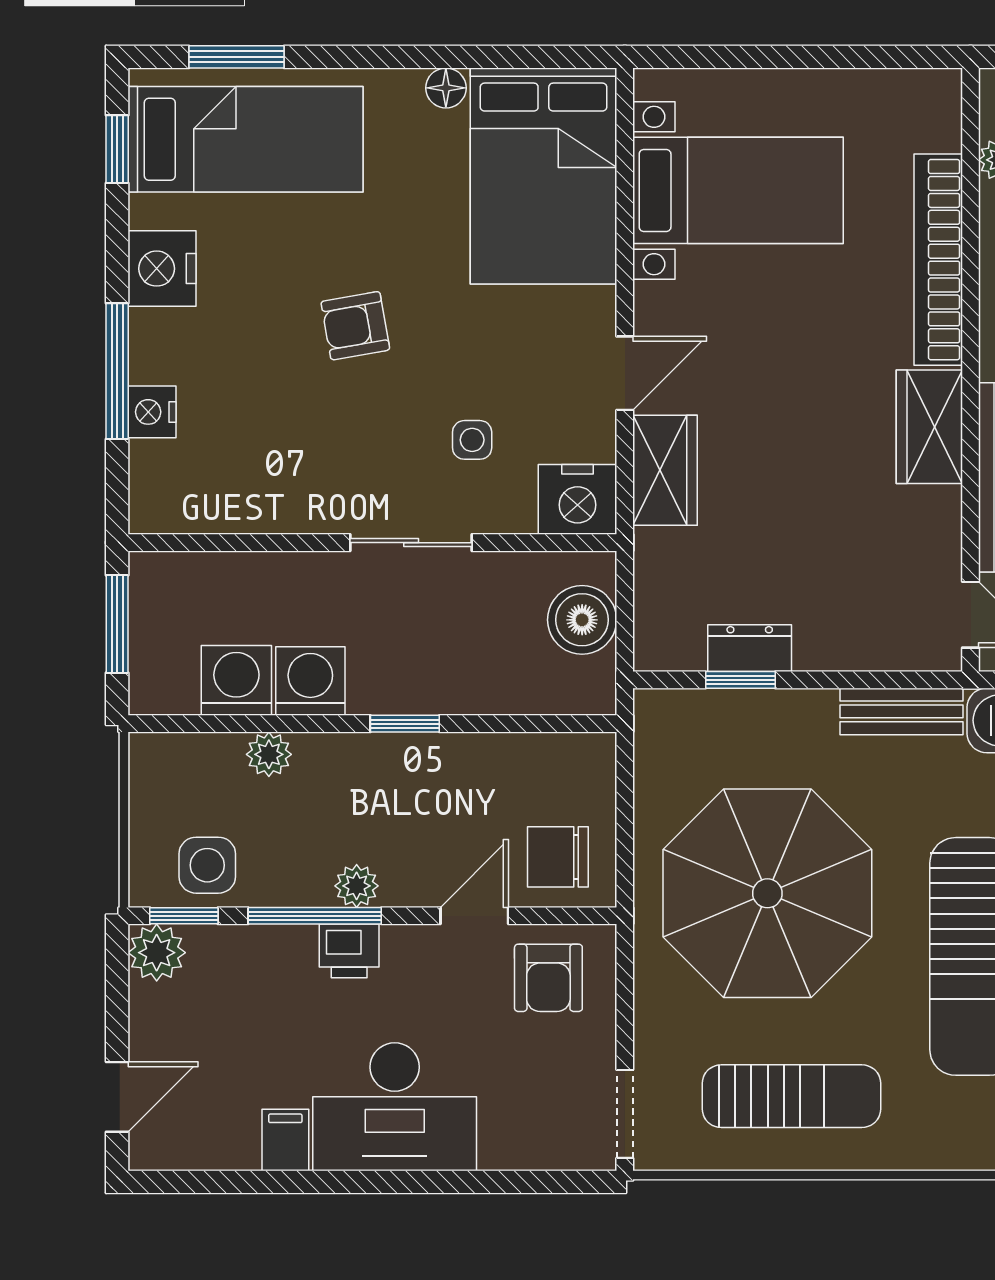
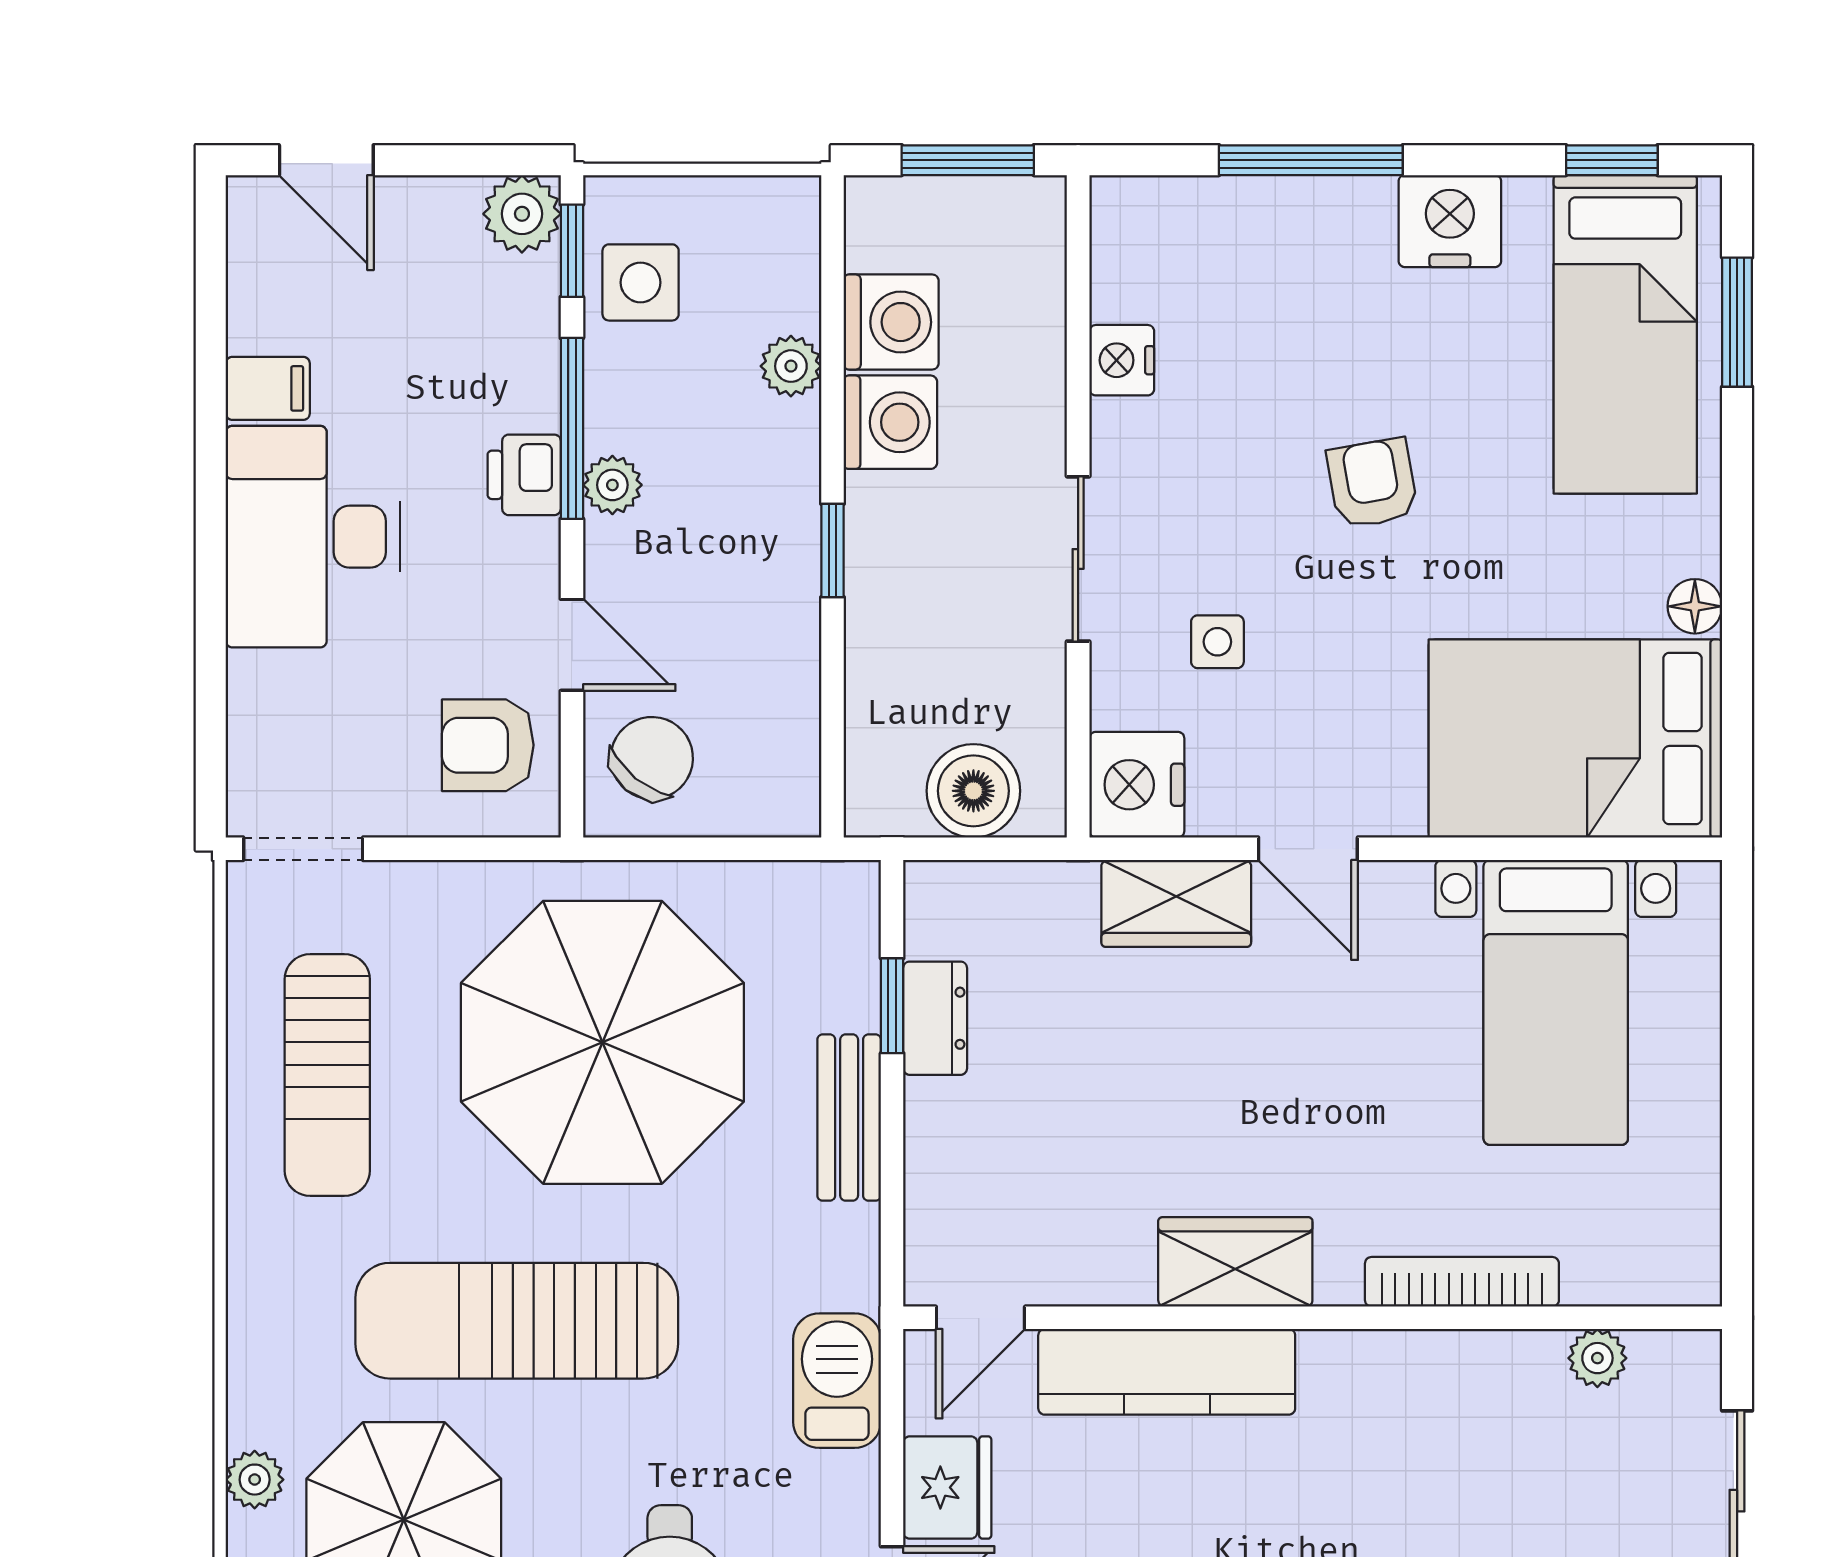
bookcase: (938, 260) -> (1462, 1282), width x0.68, depth x0.76
nightstand: (152, 412) -> (1122, 360), moved, turned -90
bench: (902, 711) -> (849, 1118), moved
chair: (558, 857) -> (652, 758), turned 39

